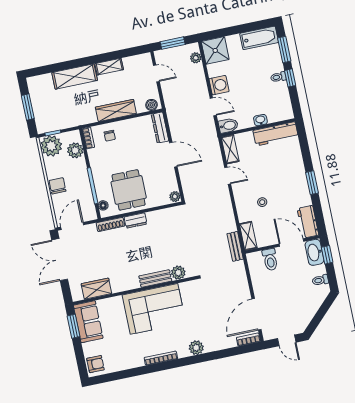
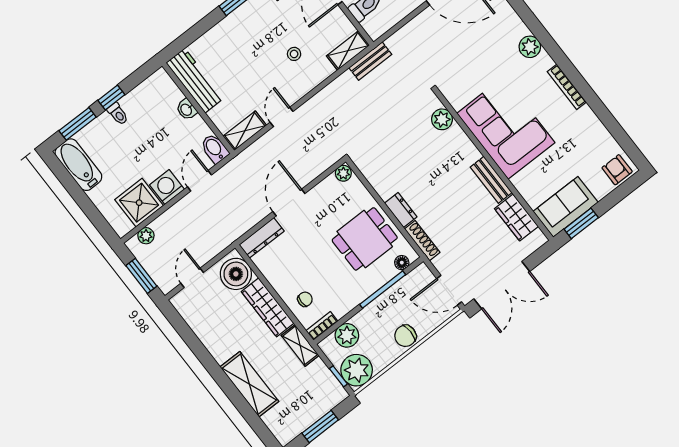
shower: (215, 50) -> (139, 203), moved
shelving: (109, 67) -> (300, 345), moved
boiler: (151, 105) -> (236, 274), width x1.86, depth x1.86
bench: (155, 279) -> (491, 180), moved

